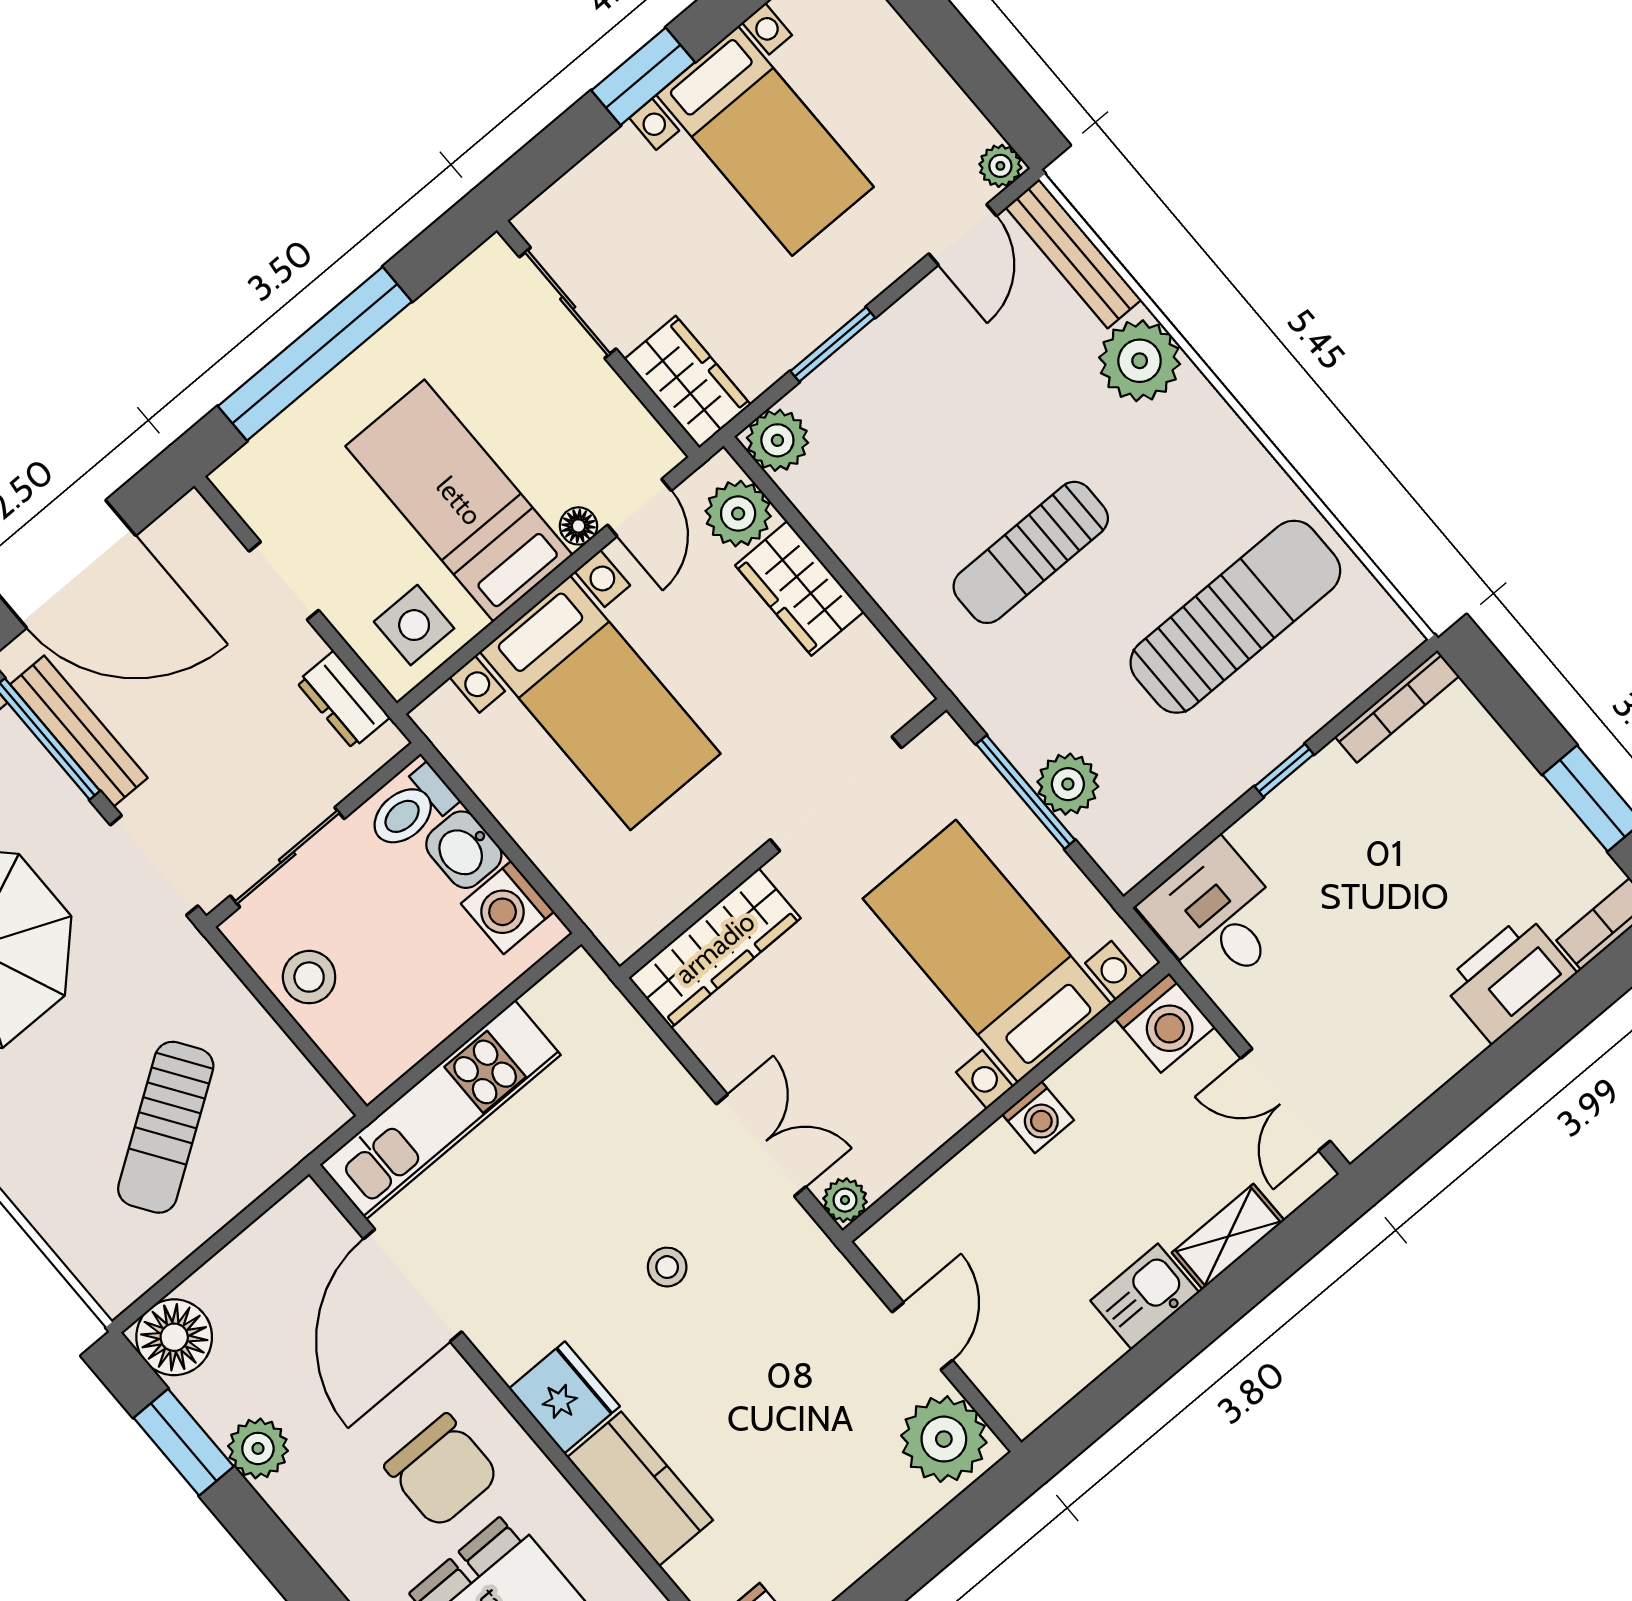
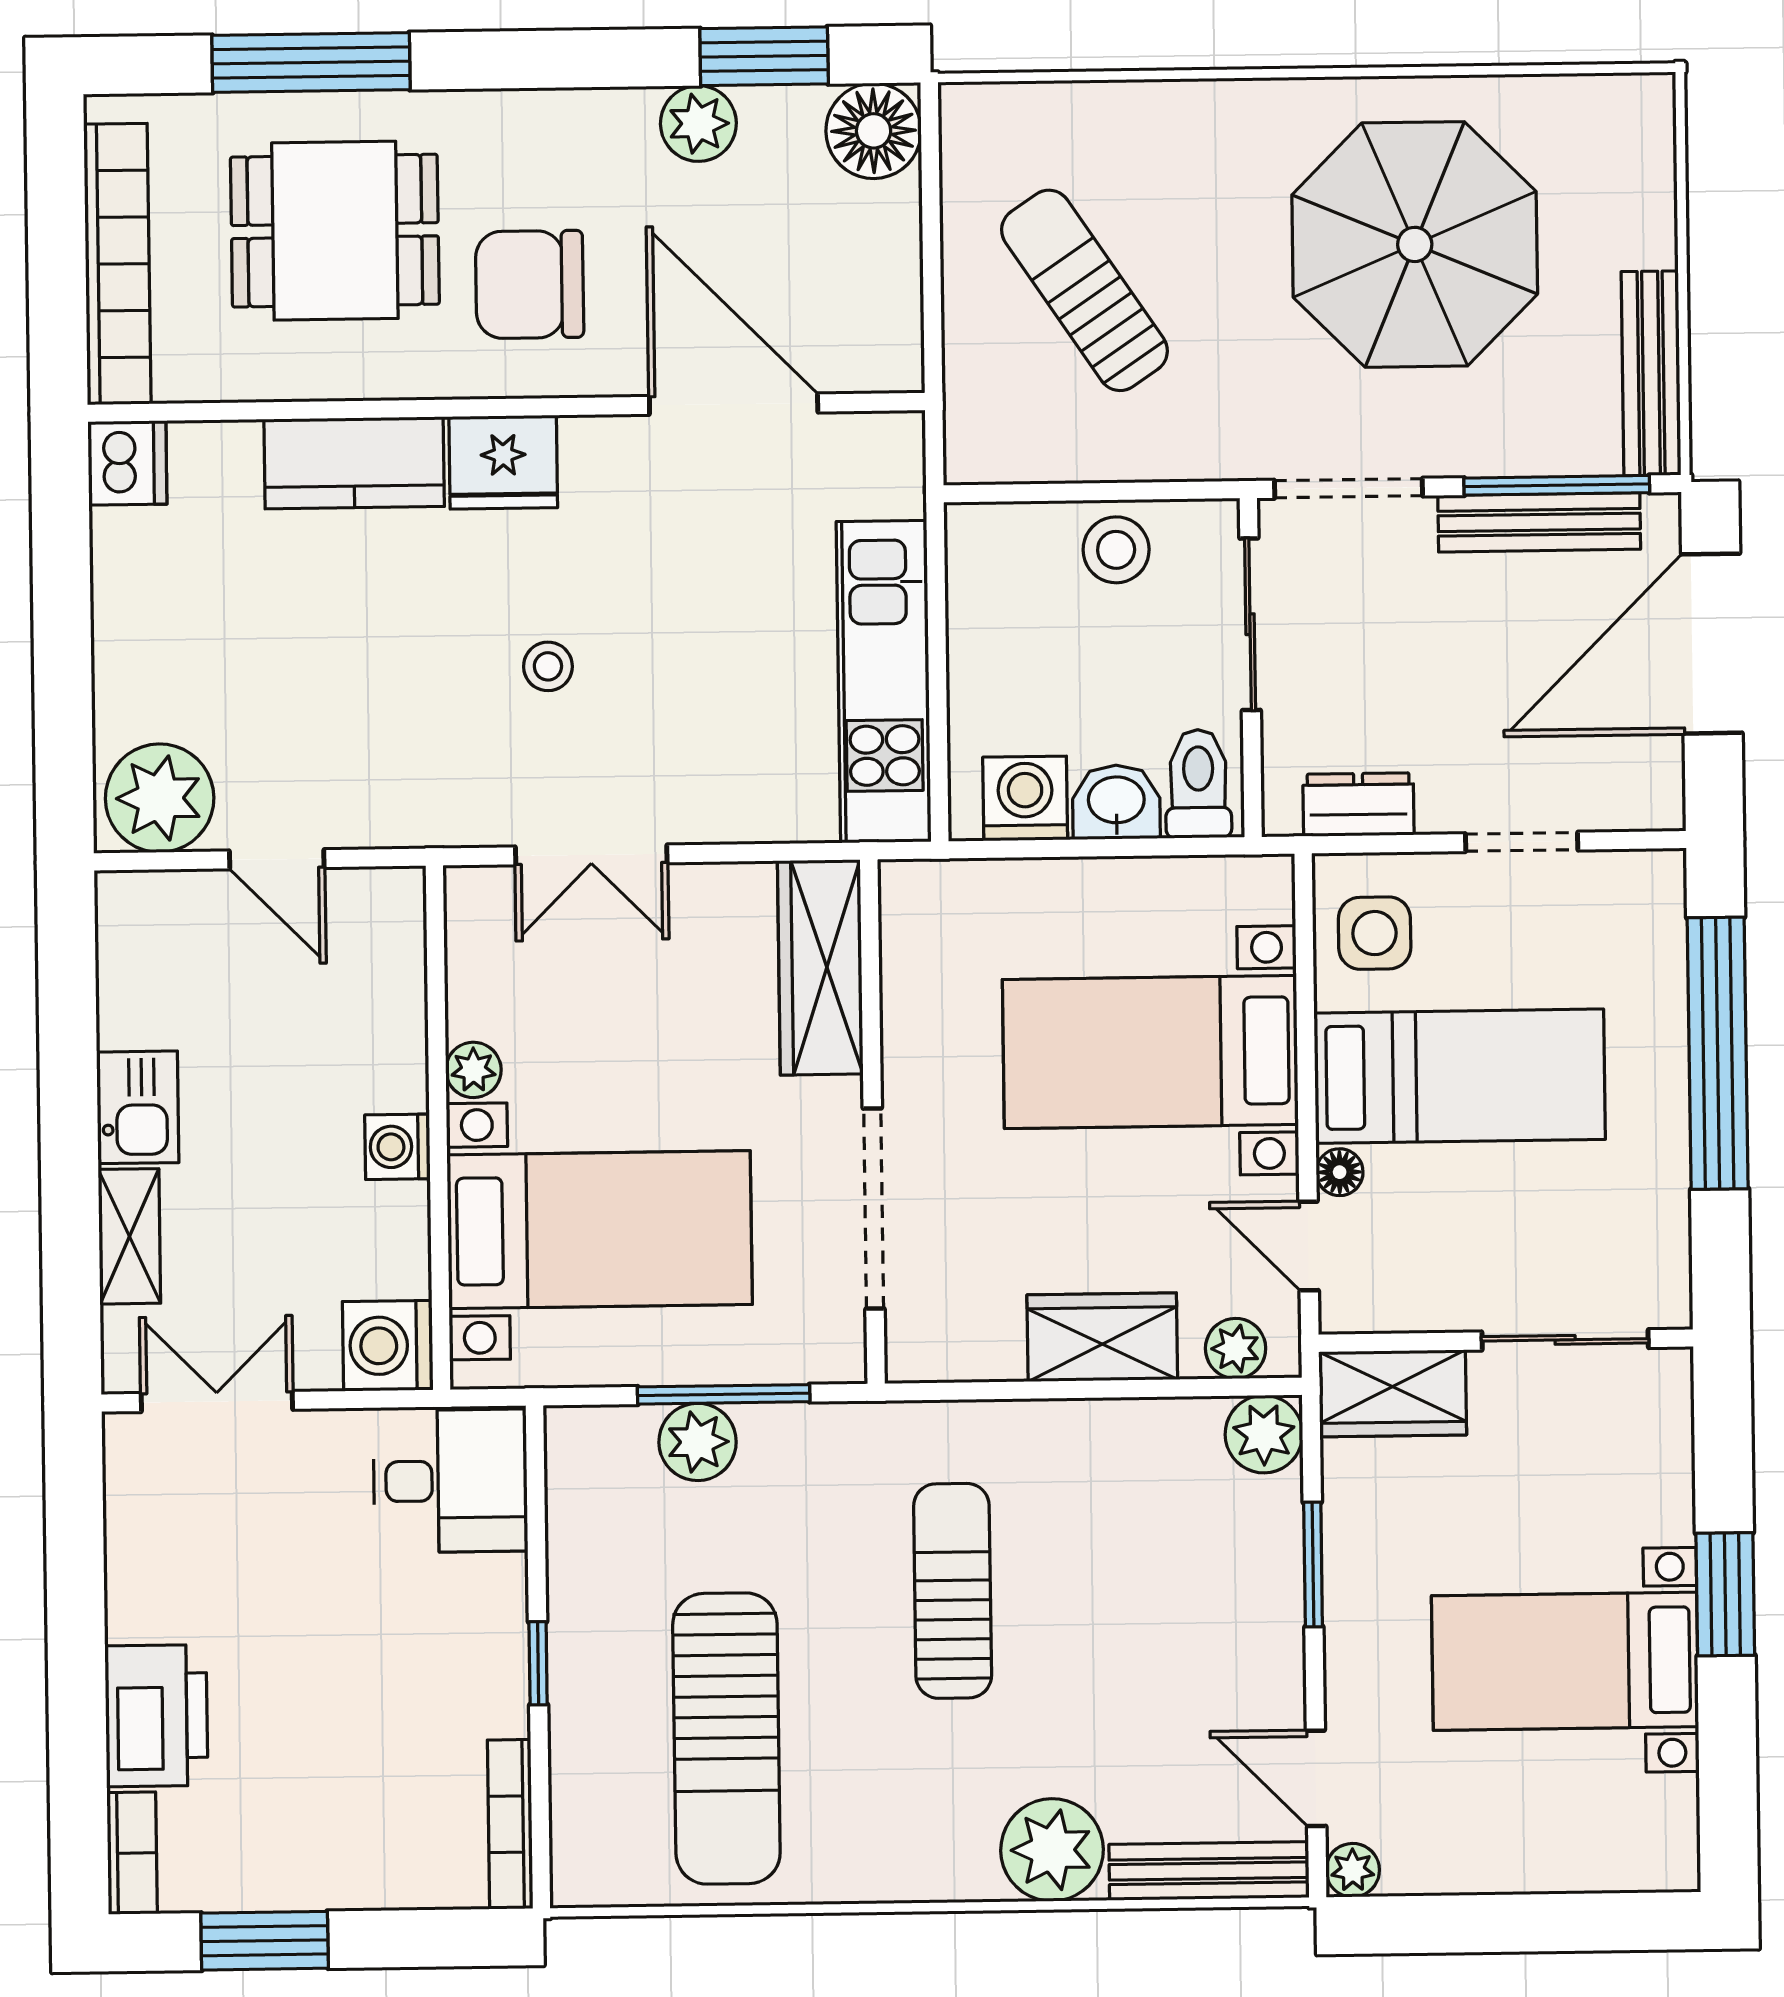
plant: (738, 514) -> (1236, 1348), width x0.73, depth x0.73
kitchen unit: (440, 1110) -> (884, 682), moved
plant: (845, 1200) -> (473, 1070), moved

